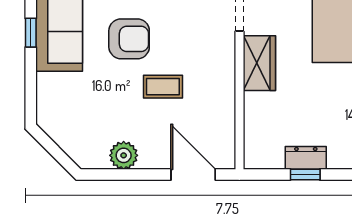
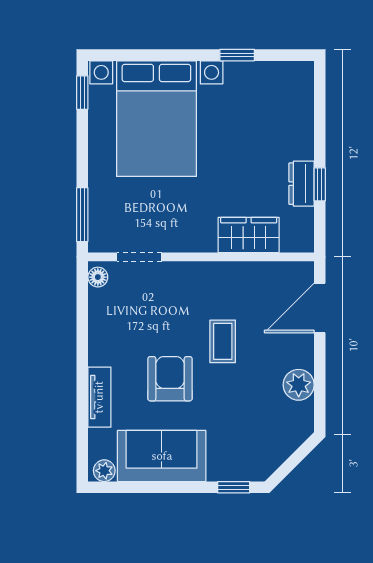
window: (31, 33) -> (234, 487), moved
wardrobe: (259, 63) -> (249, 235), moved

